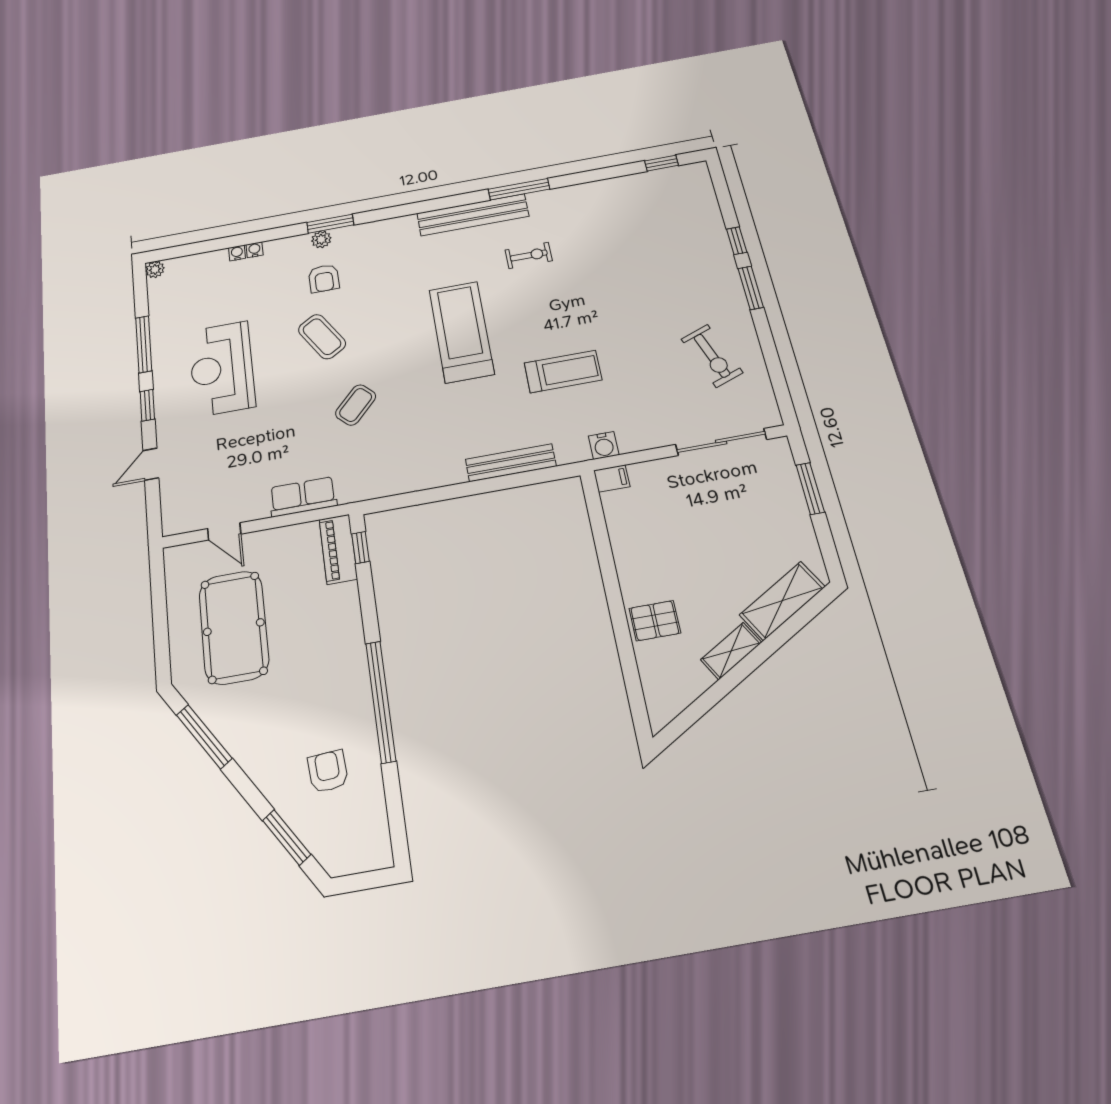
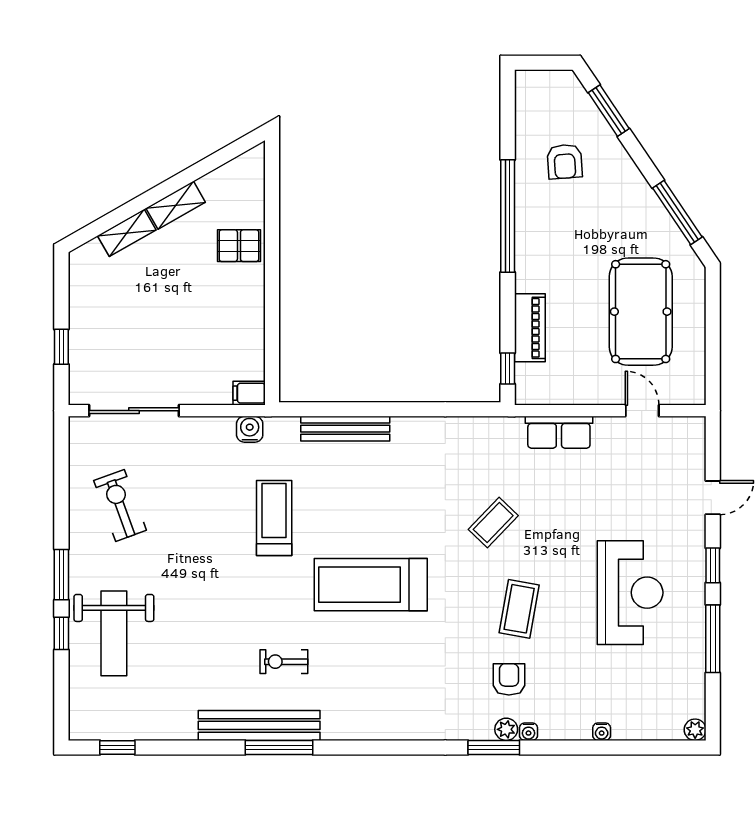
bench: (473, 215) -> (259, 725), moved
weight bench: (689, 249) -> (114, 633), added
water cooler: (255, 250) -> (528, 732), moved
treadmill: (461, 332) -> (371, 585), turned 90
coffee table: (322, 337) -> (519, 609), turned 42
treadmill: (563, 371) -> (274, 518), turned 90
window: (810, 488) -> (61, 347), width x0.67
piano: (338, 549) -> (530, 328), moved
shelving: (782, 601) -> (127, 233), width x0.67, depth x0.75

